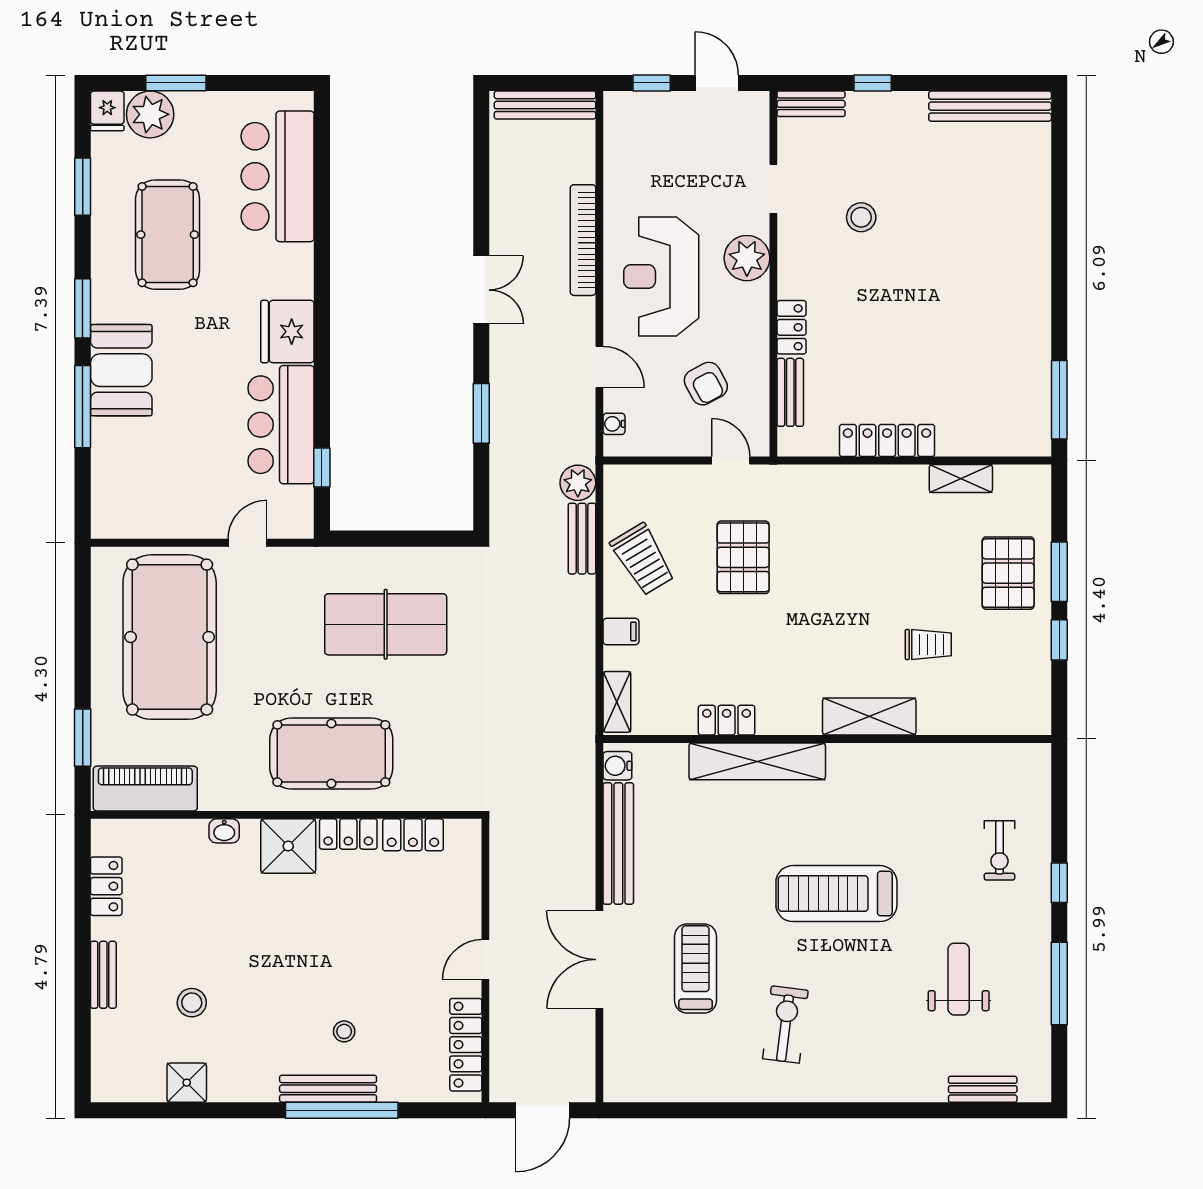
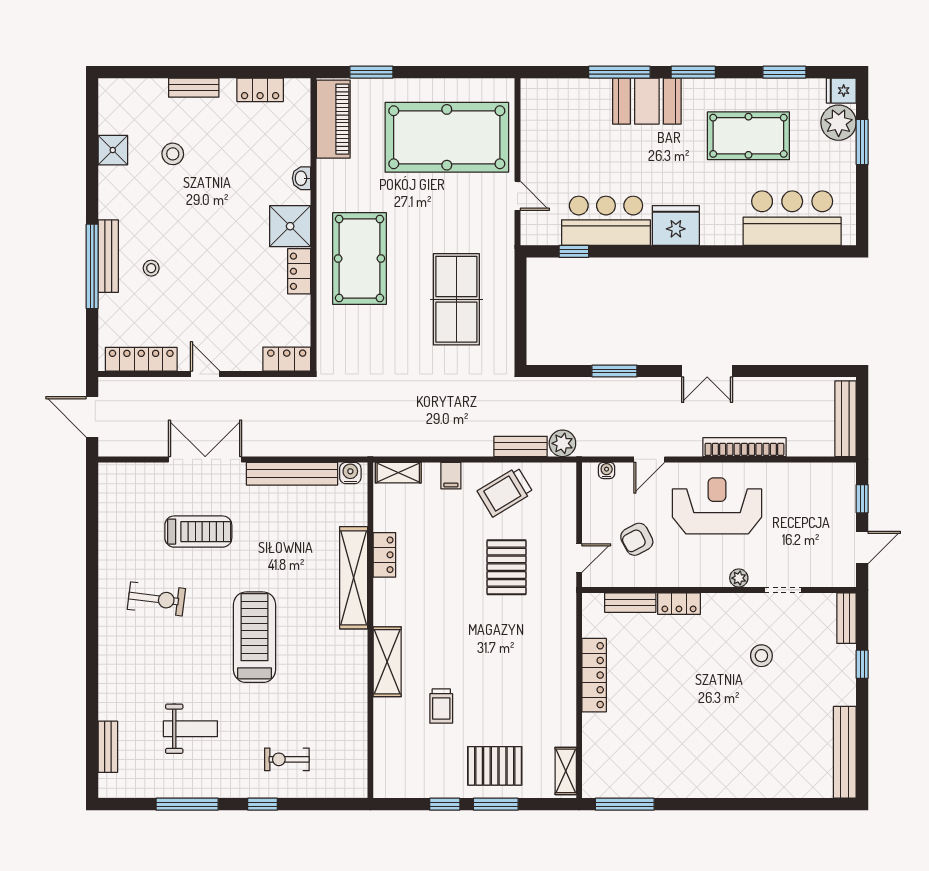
plant: (747, 258) -> (739, 578), width x0.53, depth x0.53
shelving: (961, 478) -> (566, 771), moved
pallet: (743, 557) -> (507, 567), turned 90
locker: (413, 835) -> (287, 359), moved, turned 90

